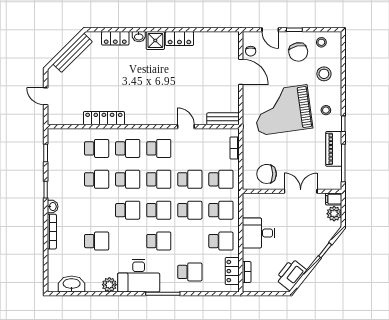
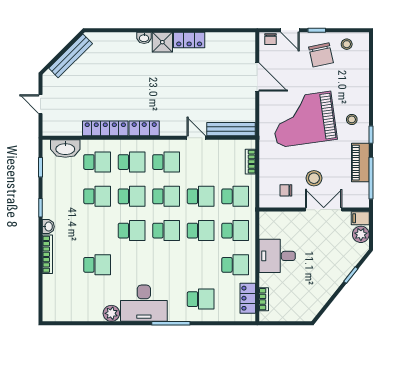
locker: (115, 38) -> (144, 128), moved, turned 180
chair: (251, 51) -> (271, 39), moved
stool: (324, 74) -> (314, 178), moved
bench: (223, 119) -> (231, 129), width x1.36
chair: (267, 174) -> (286, 190), width x0.54, depth x0.54
school desk: (159, 241) -> (166, 265), removed
printer: (291, 275) -> (313, 302), removed
washbasin: (72, 284) -> (65, 149), moved, turned 180

